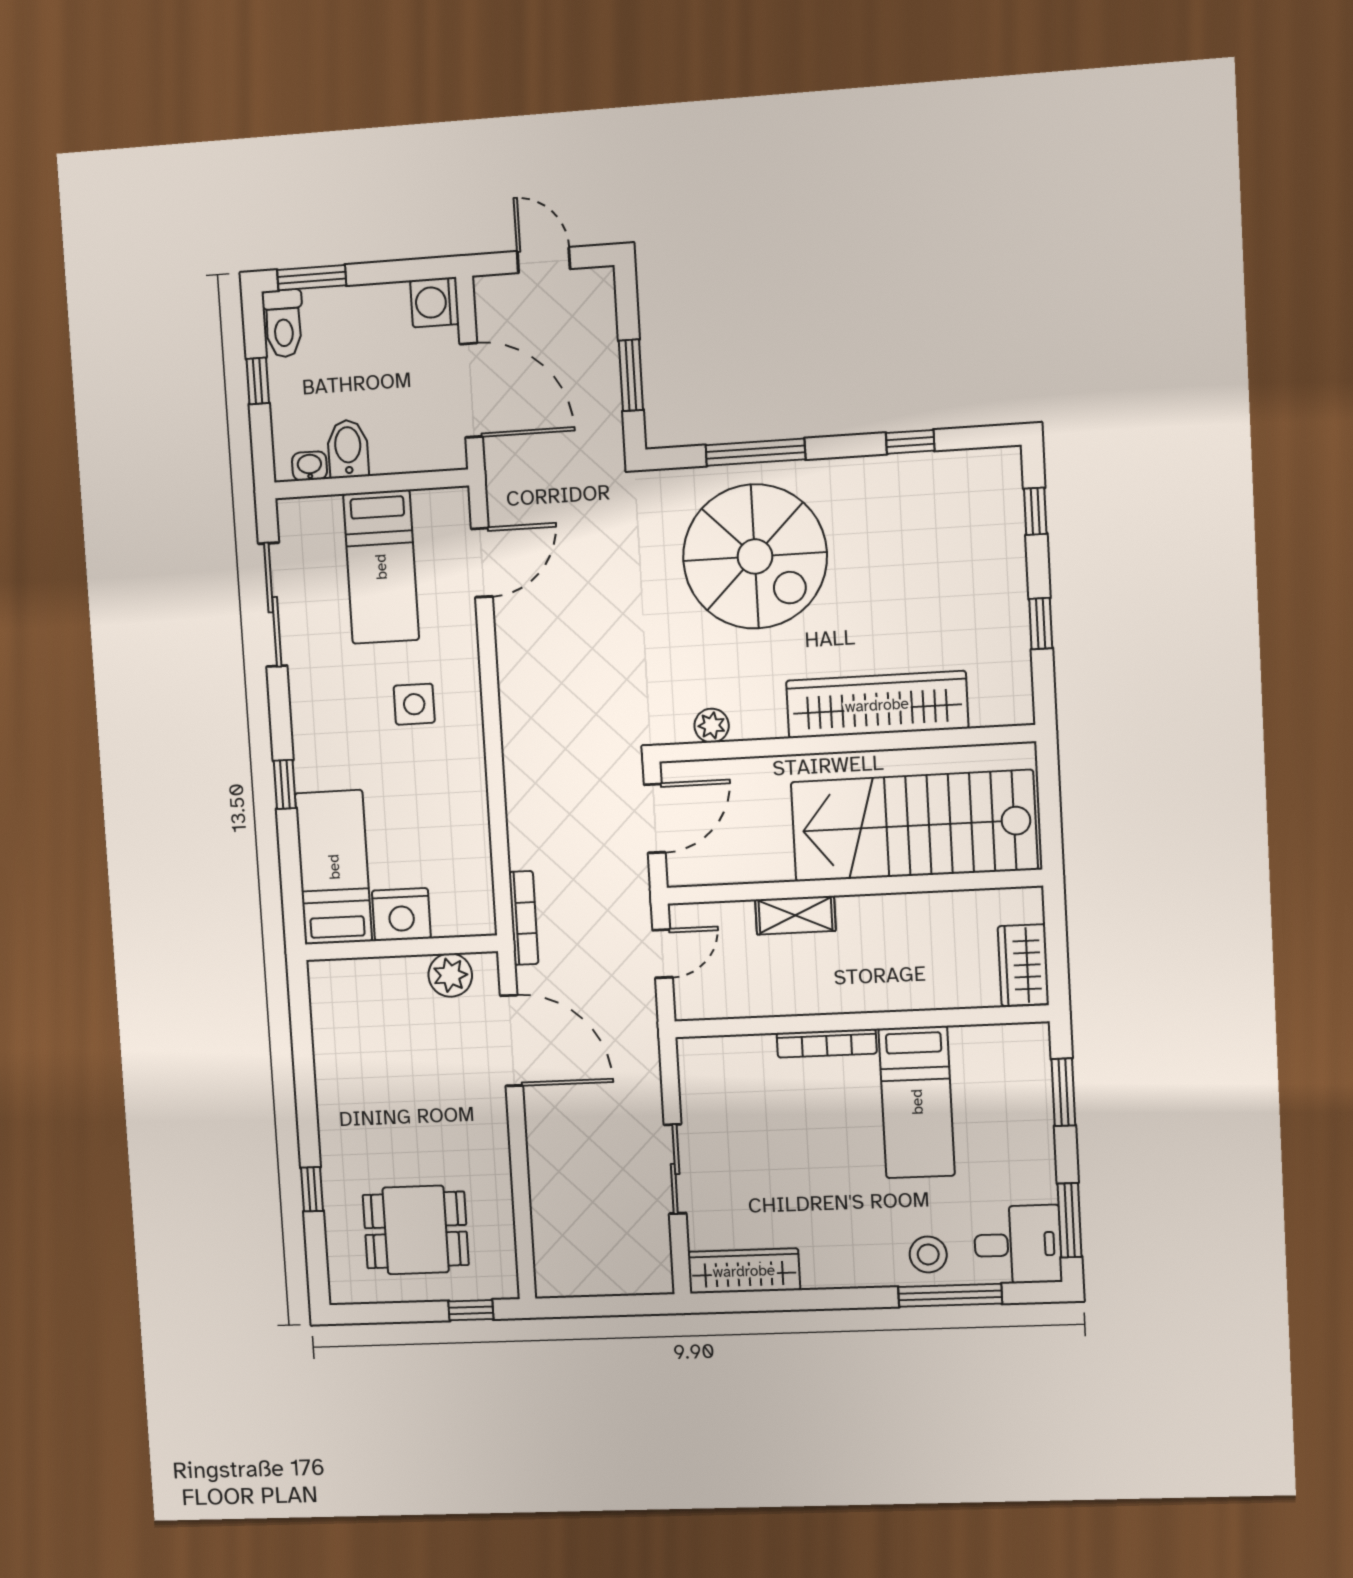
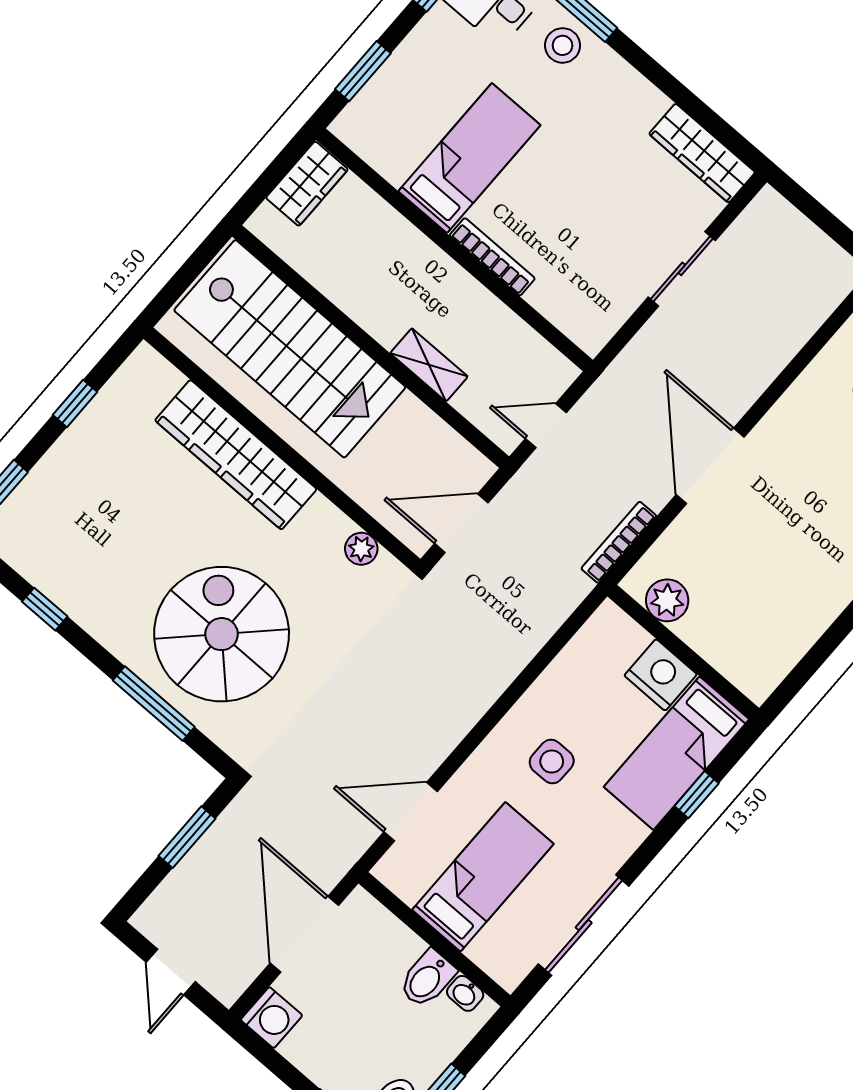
bed: (334, 867) -> (677, 753), moved
nightstand: (401, 915) -> (661, 675), moved
wall: (401, 948) -> (683, 652), moved
plant: (450, 975) -> (667, 600), moved

